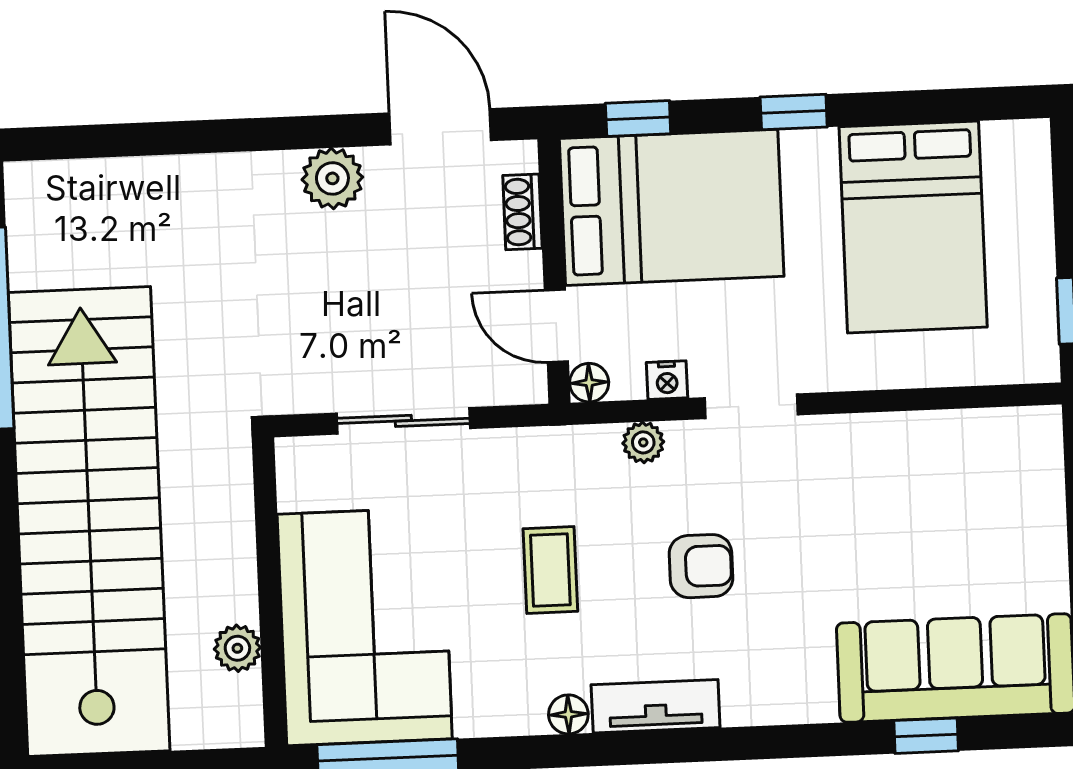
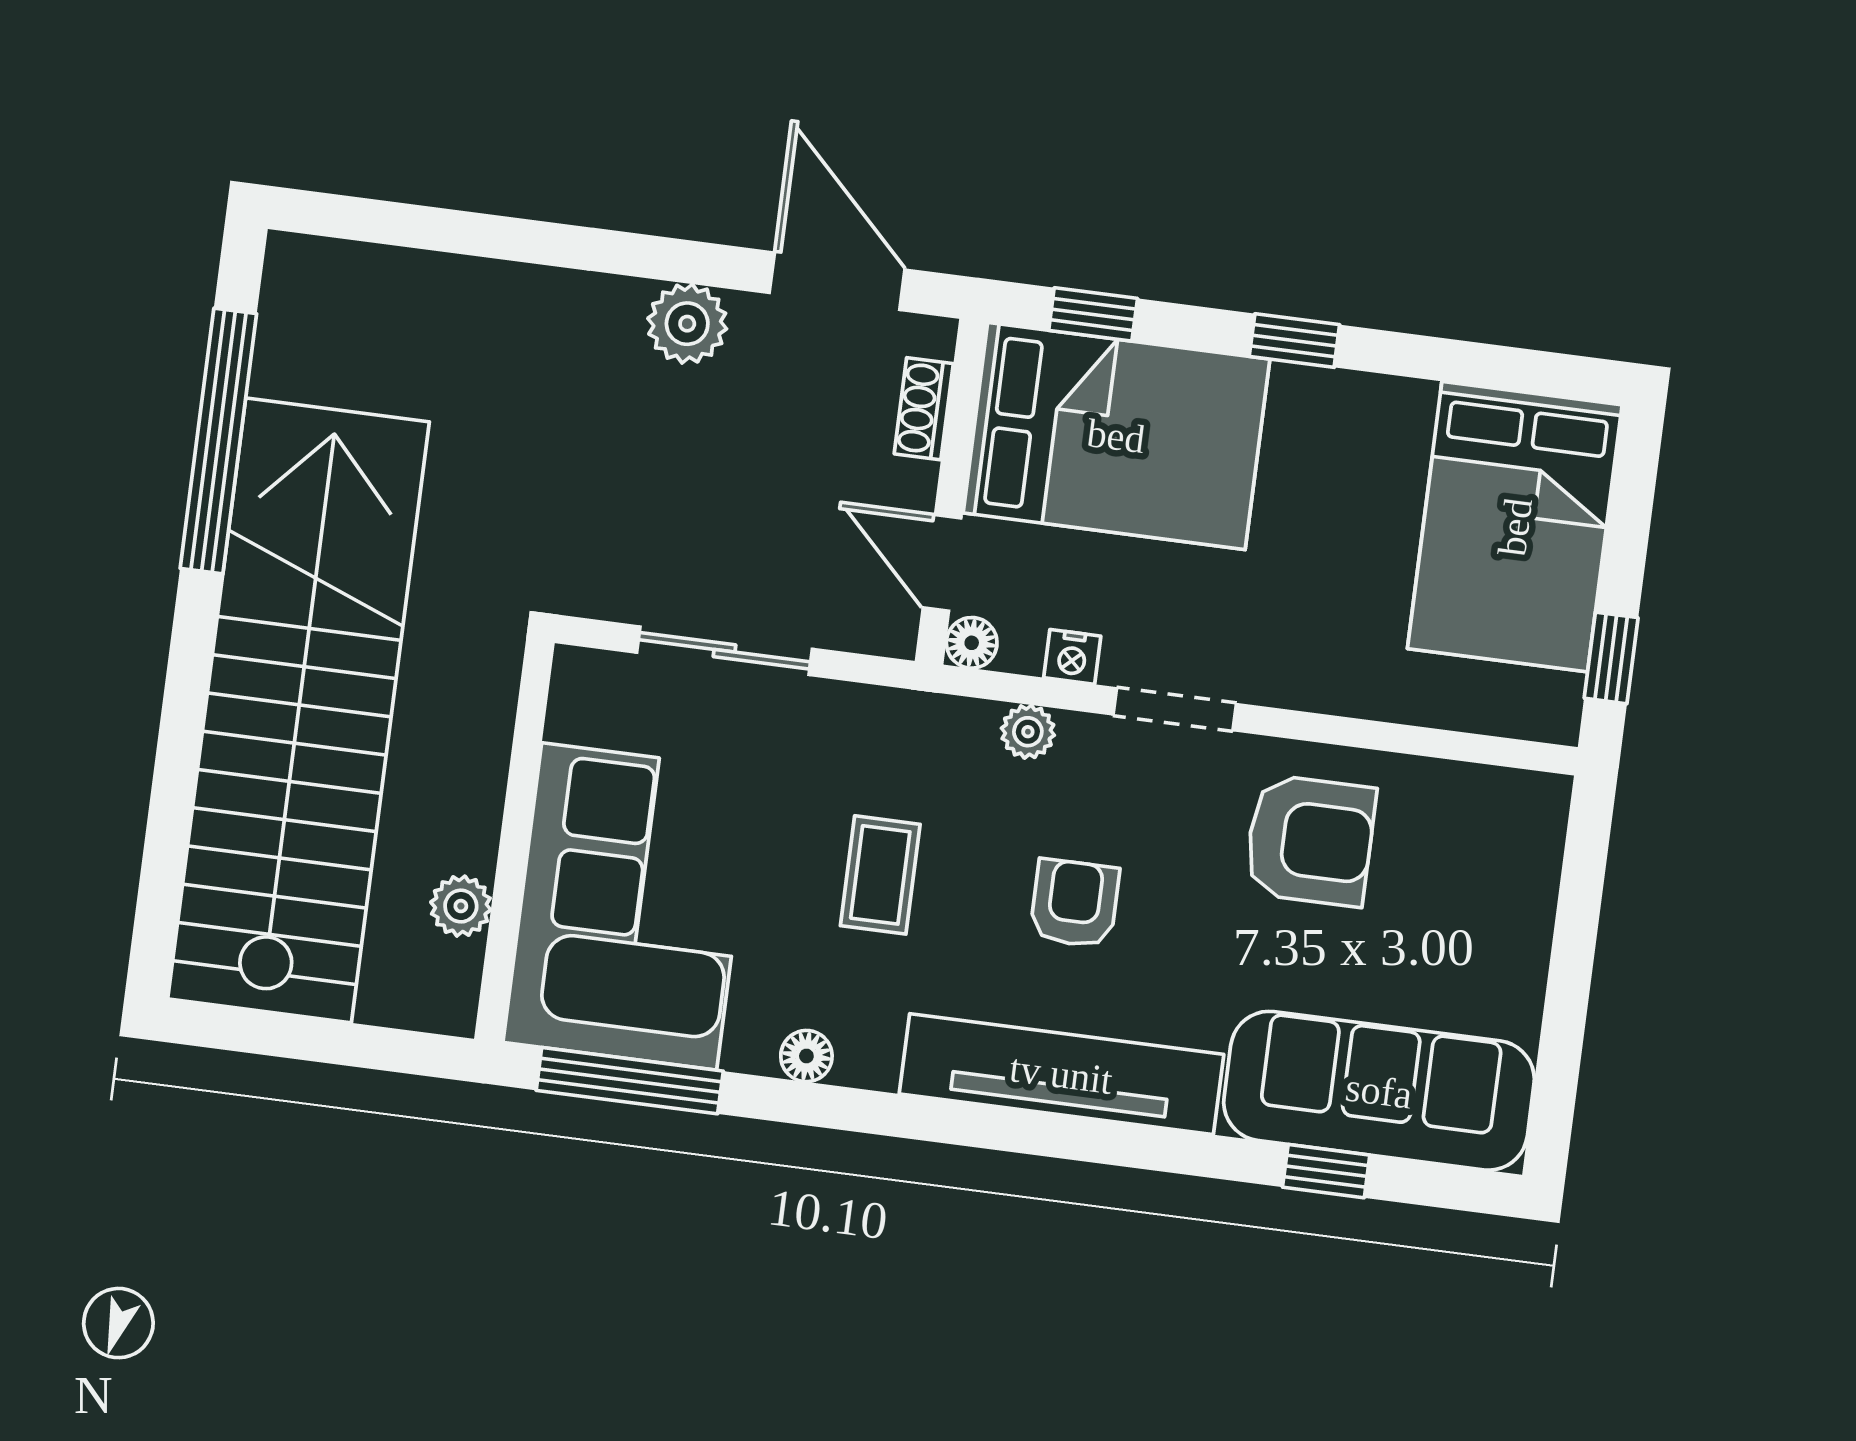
bed: (913, 227) -> (1515, 527), moved
armchair: (871, 488) -> (1310, 840), added
armchair: (701, 566) -> (1075, 903), turned -90
tv unit: (656, 706) -> (1061, 1074), width x1.92, depth x1.29
floor lamp: (568, 714) -> (806, 1056), moved

